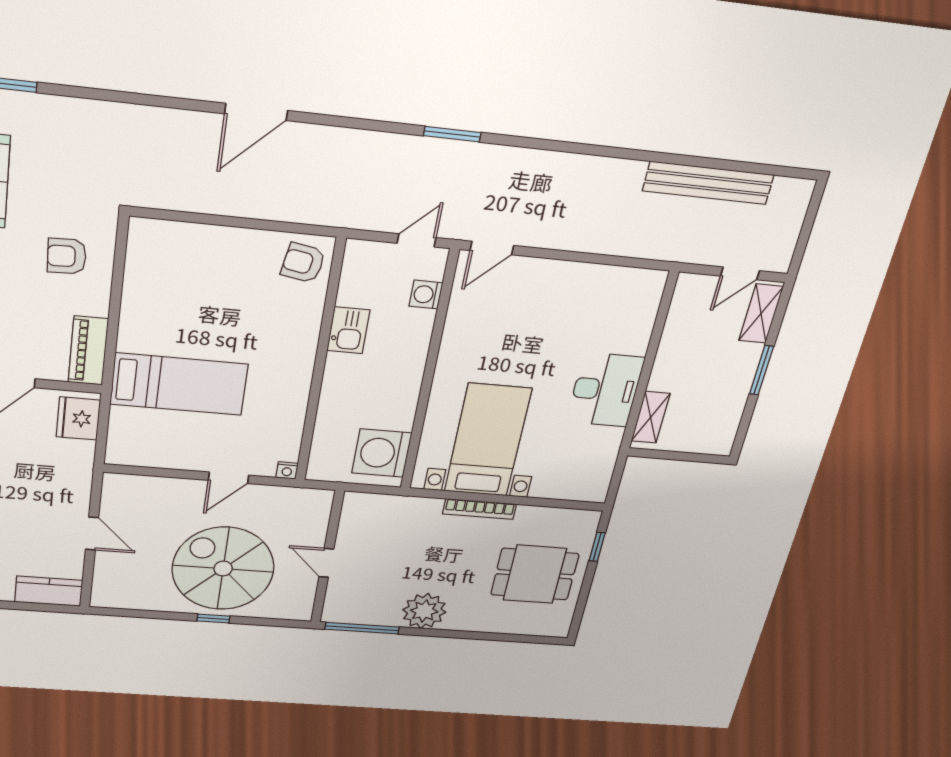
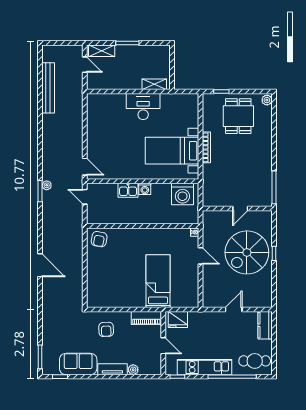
plant: (464, 152) -> (47, 185), added
washing machine: (426, 294) -> (145, 189), moved
kitchen sink: (348, 330) -> (128, 190), moved, turned 180
plant: (424, 611) -> (267, 100), moved, width x0.53, depth x0.53

